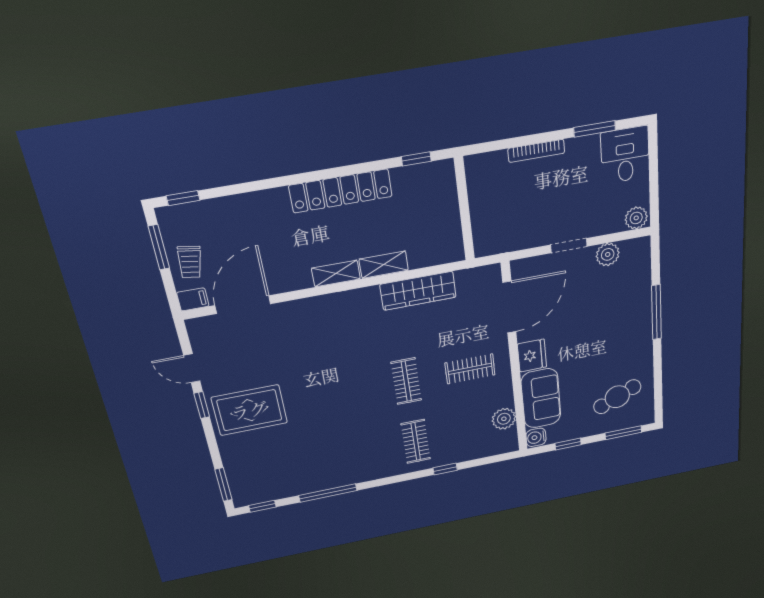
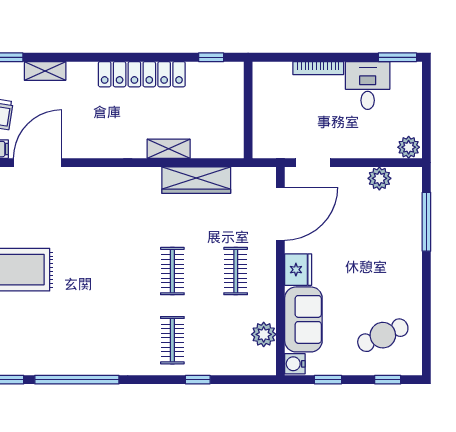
window: (595, 129) -> (397, 57), moved
desk: (625, 155) -> (368, 86), moved
doorway: (569, 246) -> (313, 163), moved
shelving: (336, 274) -> (45, 71), moved
window: (656, 312) -> (426, 222), moved
clothes rail: (470, 369) -> (236, 271), turned 90
window: (623, 433) -> (388, 380), width x0.67
window: (328, 493) -> (77, 380), width x1.46

